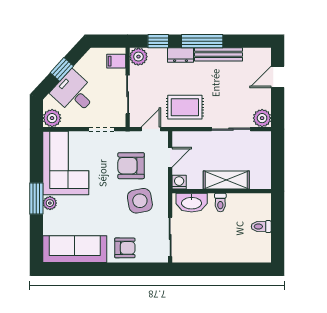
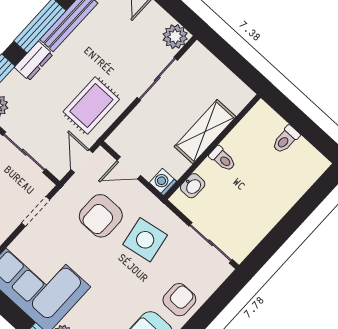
door: (170, 157) -> (129, 168), swing flipped
washbasin: (192, 203) -> (193, 186), width x0.52, depth x0.69

